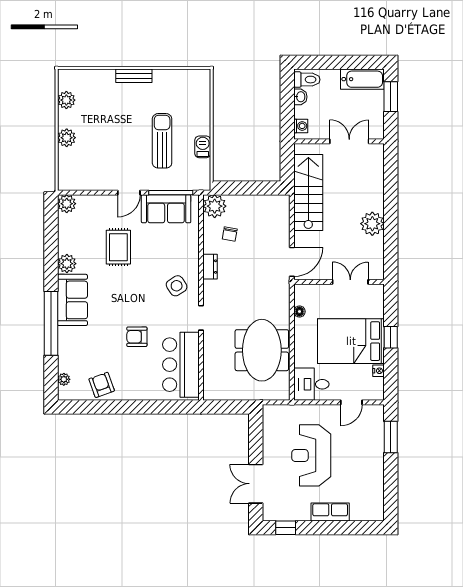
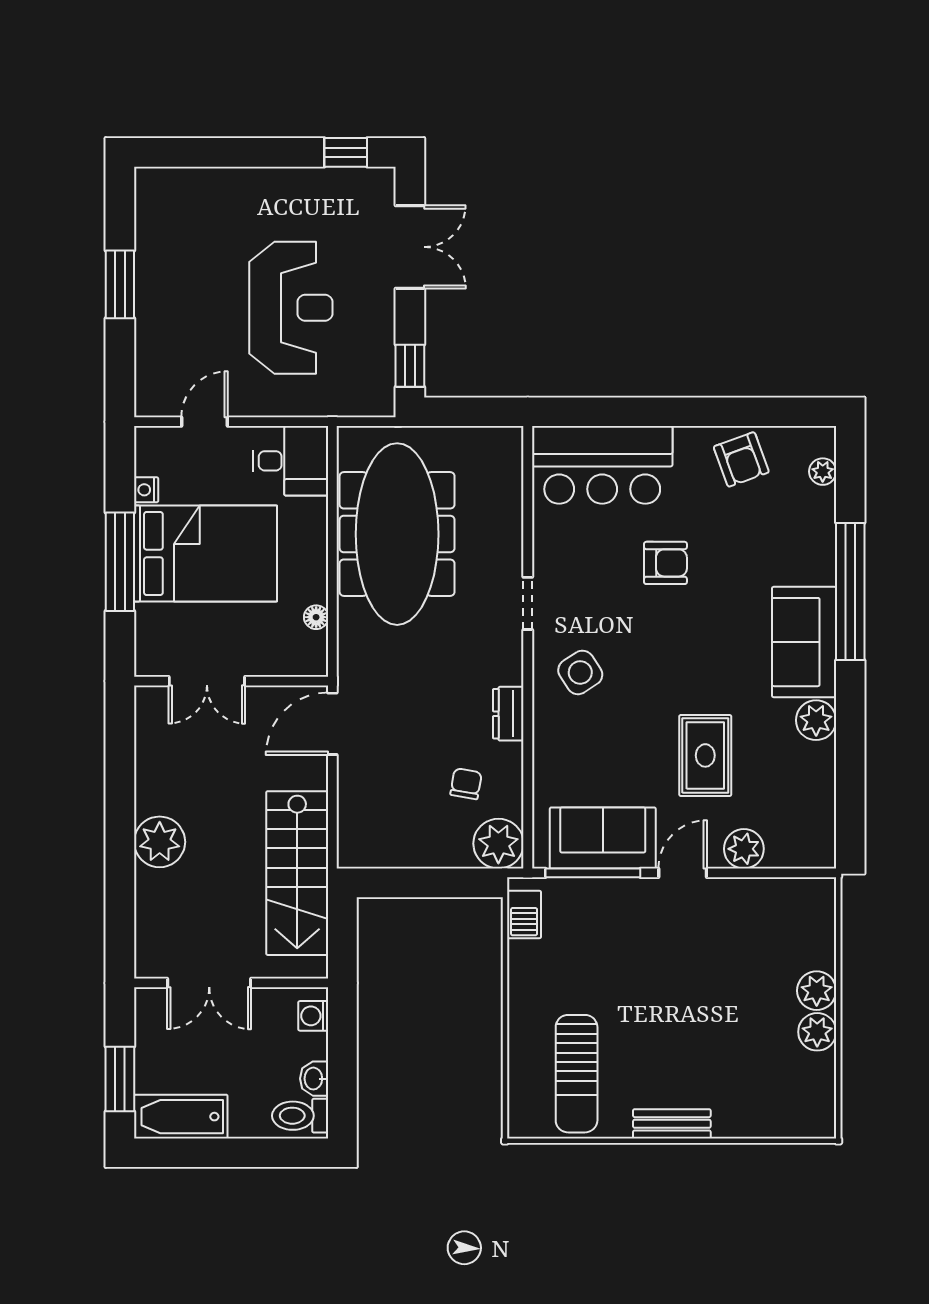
plant: (66, 100) -> (817, 1032), moved
sun lounger: (162, 141) -> (577, 1074), moved
barbecue: (203, 147) -> (524, 915), moved
plant: (67, 204) -> (744, 849), moved
plant: (372, 224) -> (160, 842), moved
window: (391, 337) -> (120, 562), width x2.17
meeting table: (262, 350) -> (397, 534), width x1.36
bar counter: (181, 365) -> (602, 465), moved, turned 90
window: (256, 428) -> (410, 366), added
window: (391, 437) -> (120, 284), moved
row of seats: (330, 512) -> (250, 186), removed

